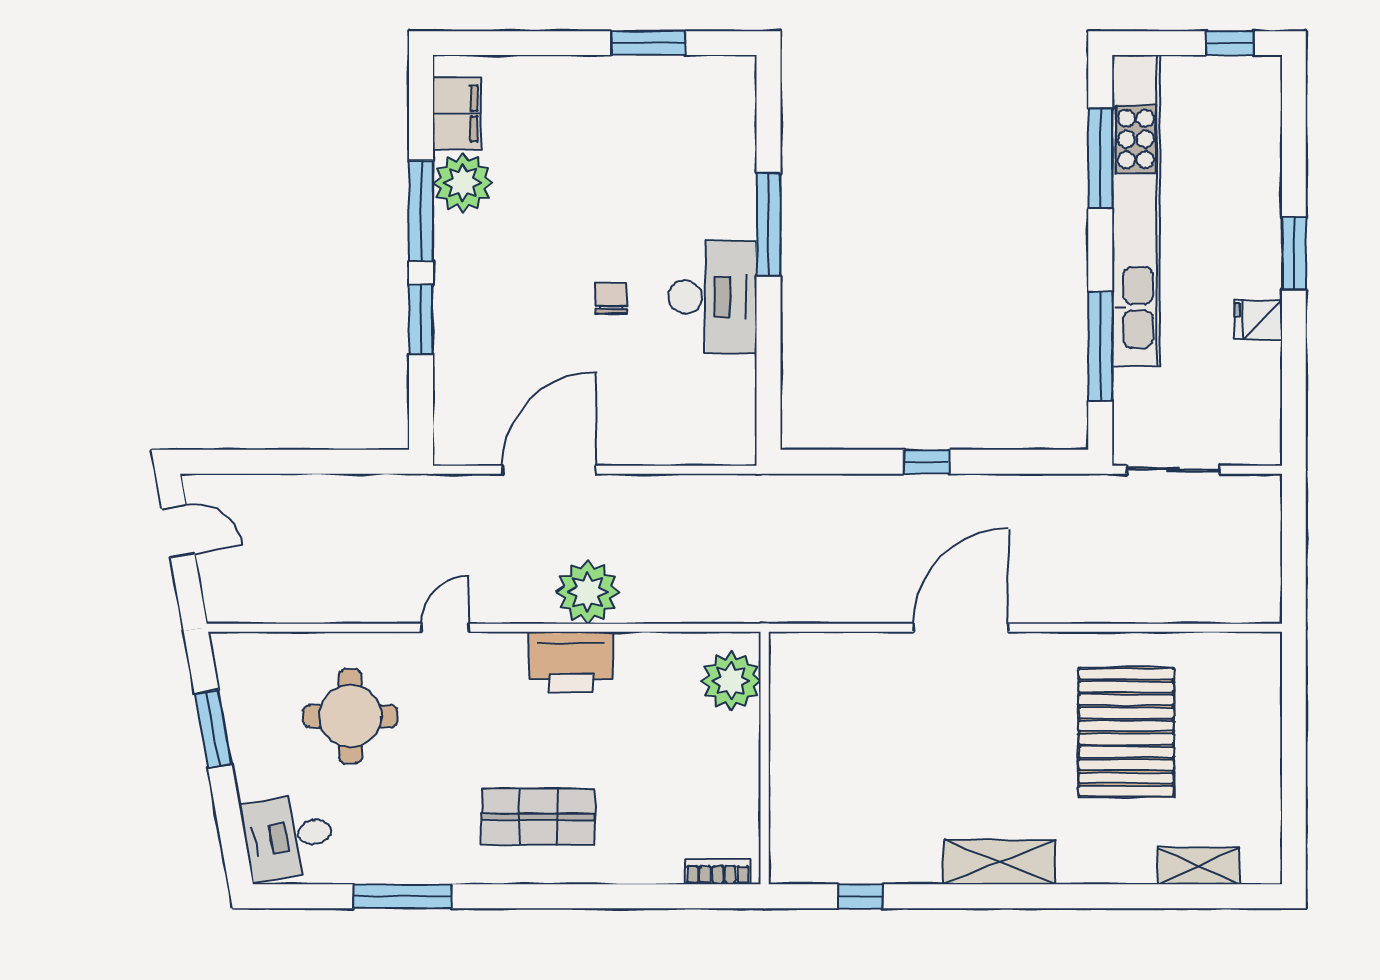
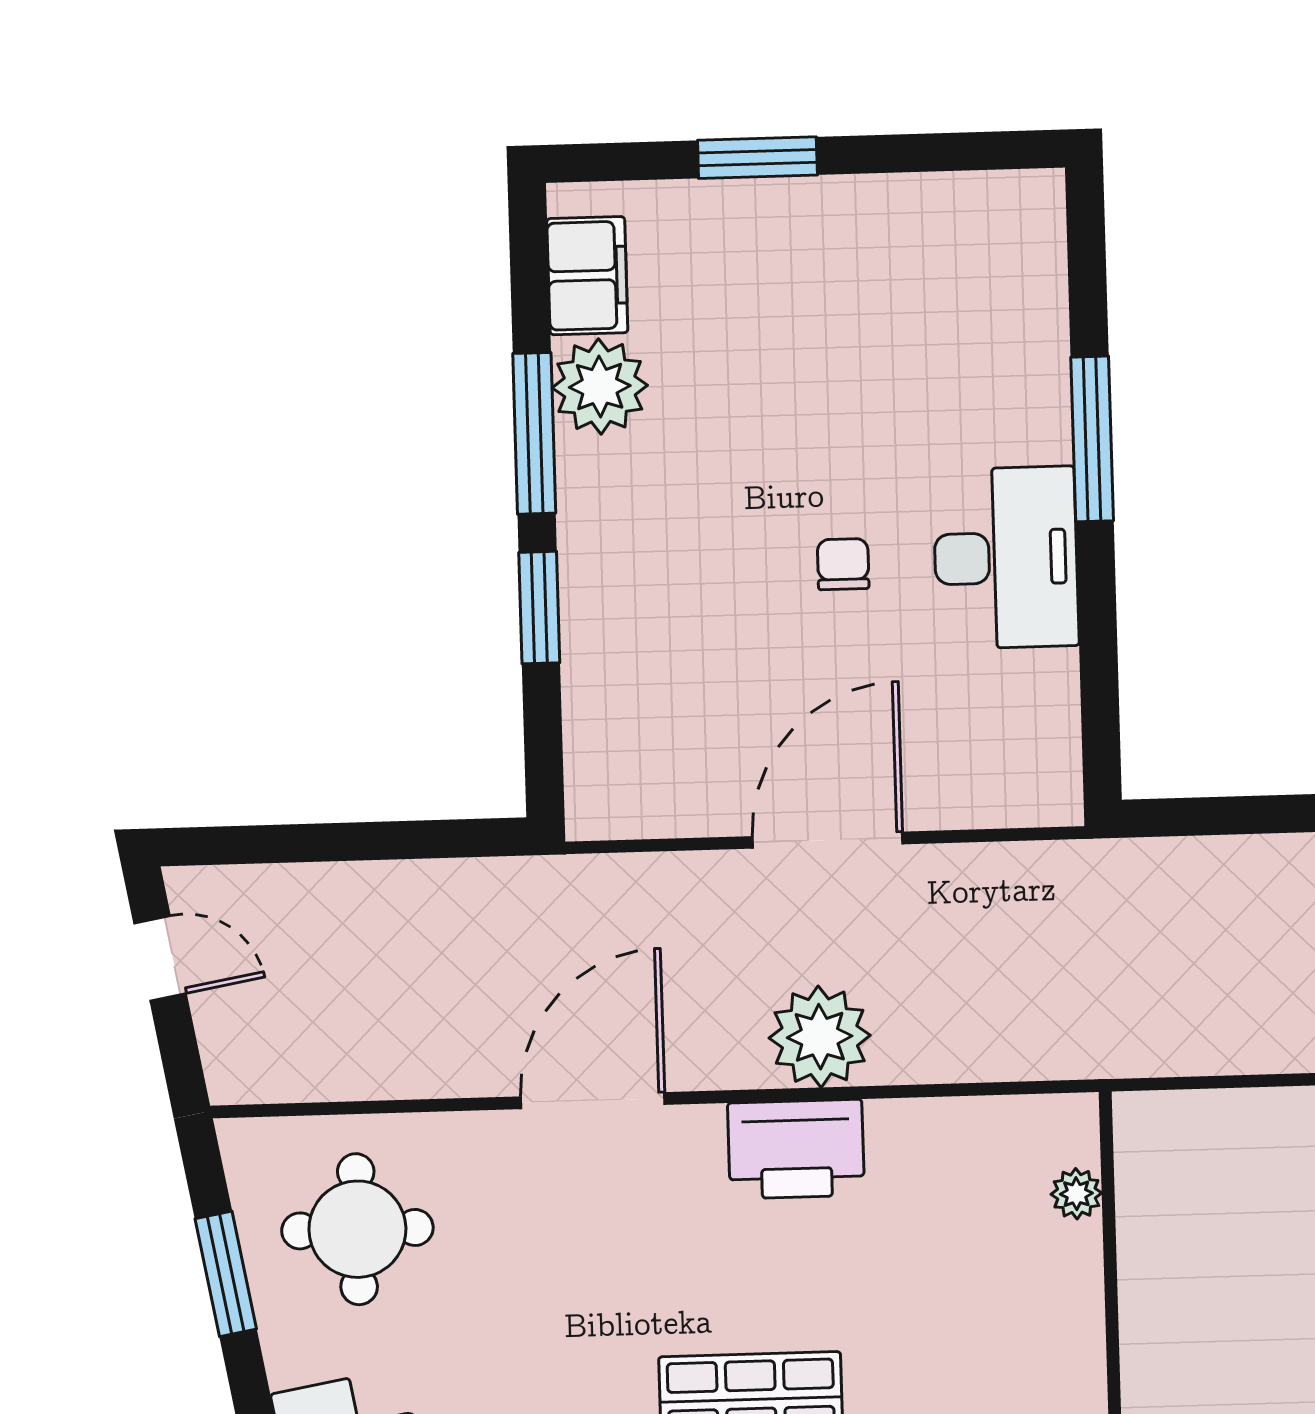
window: (648, 43) -> (757, 158), moved
door: (549, 470) -> (828, 840), moved
door: (445, 628) -> (593, 1101), width x1.88
plant: (731, 681) -> (1076, 1194), width x0.53, depth x0.53
round table: (350, 716) -> (357, 1229), moved

